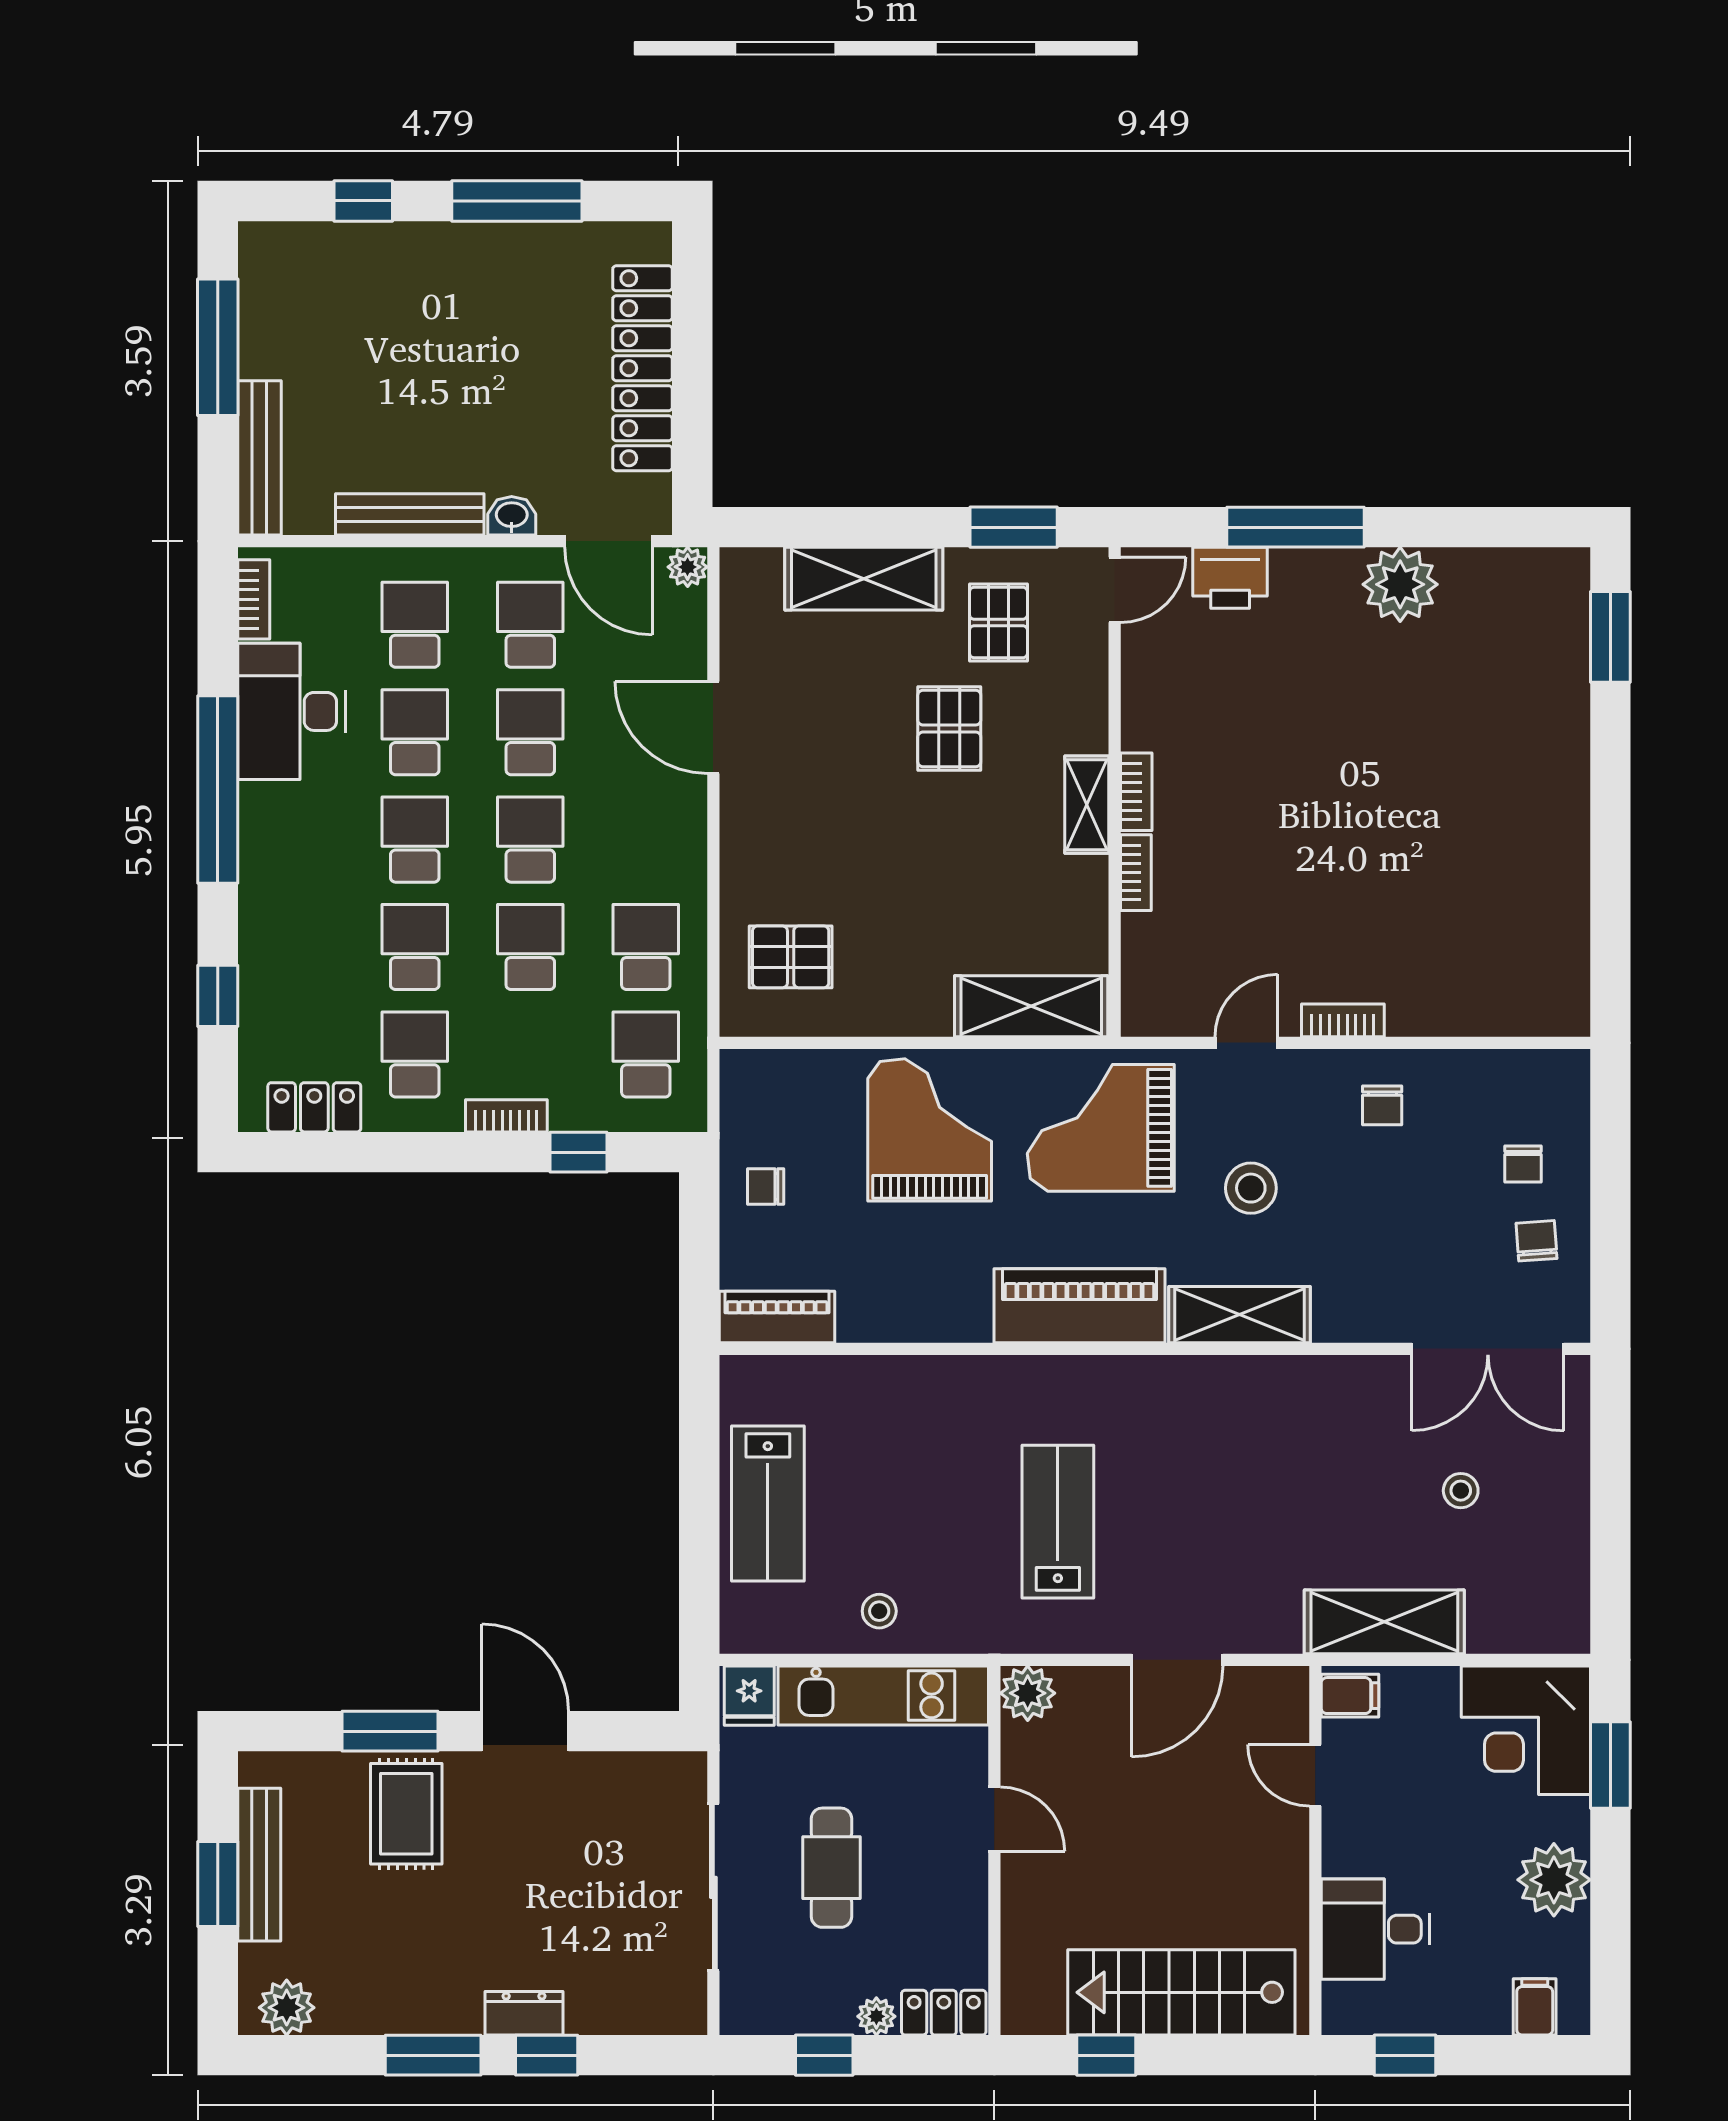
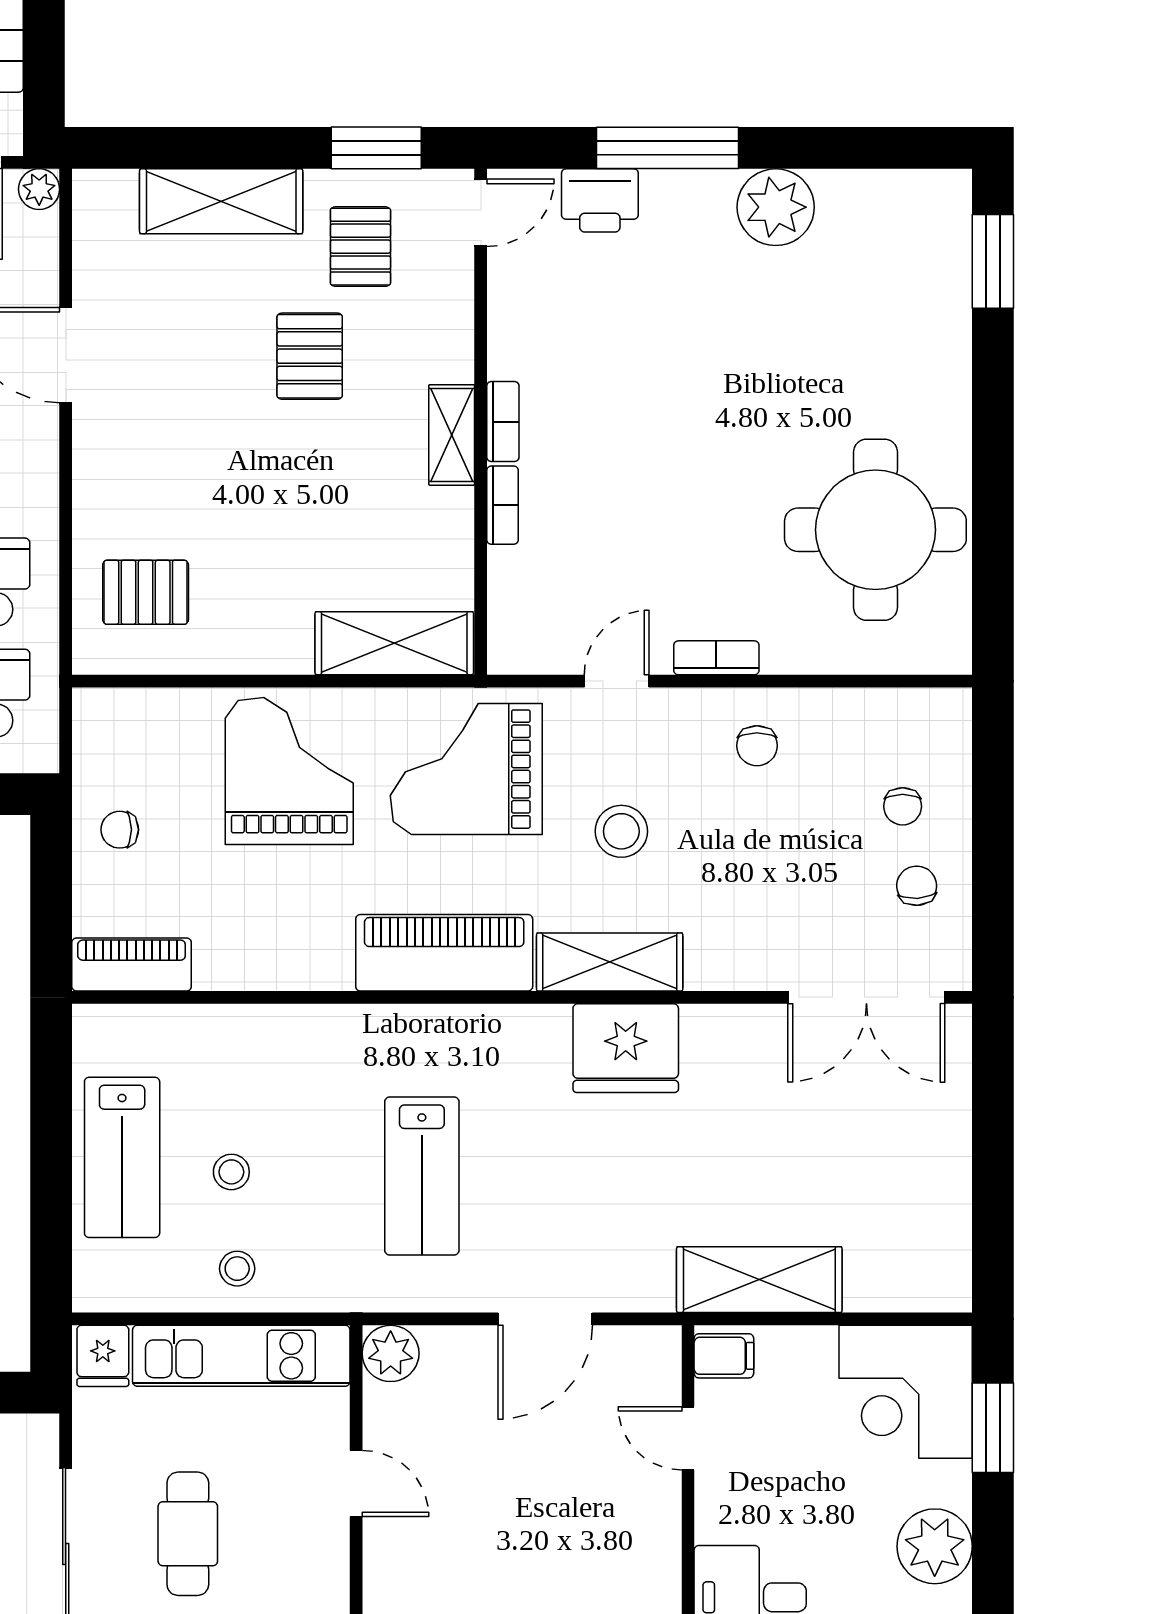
round table: (1497, 896) -> (875, 530), added
fridge: (1255, 1398) -> (626, 1048), added
stool: (1461, 1491) -> (231, 1172), moved
lab bench: (1058, 1522) -> (422, 1176), turned 180

